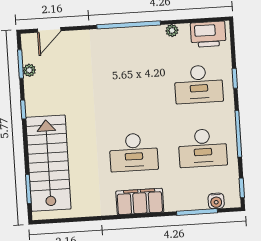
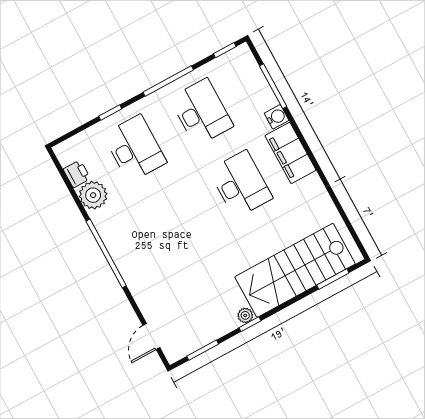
door: (49, 30) -> (151, 336), swing flipped
plant: (172, 31) -> (93, 195), width x1.88, depth x1.88
printer: (208, 34) -> (77, 174), width x0.53, depth x0.68
plant: (29, 70) -> (245, 315), moved
water cooler: (216, 201) -> (277, 117), moved

